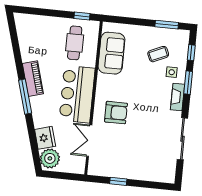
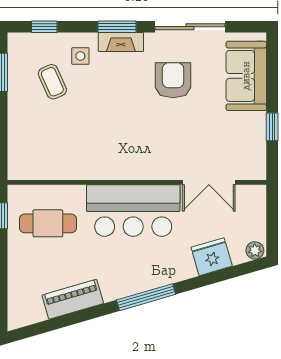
sofa: (111, 53) -> (246, 76), moved, turned -90
piano: (33, 79) -> (73, 299), moved
window: (188, 83) -> (117, 27), moved
armchair: (116, 113) -> (173, 80), moved
plant: (50, 158) -> (255, 250), width x0.53, depth x0.53

